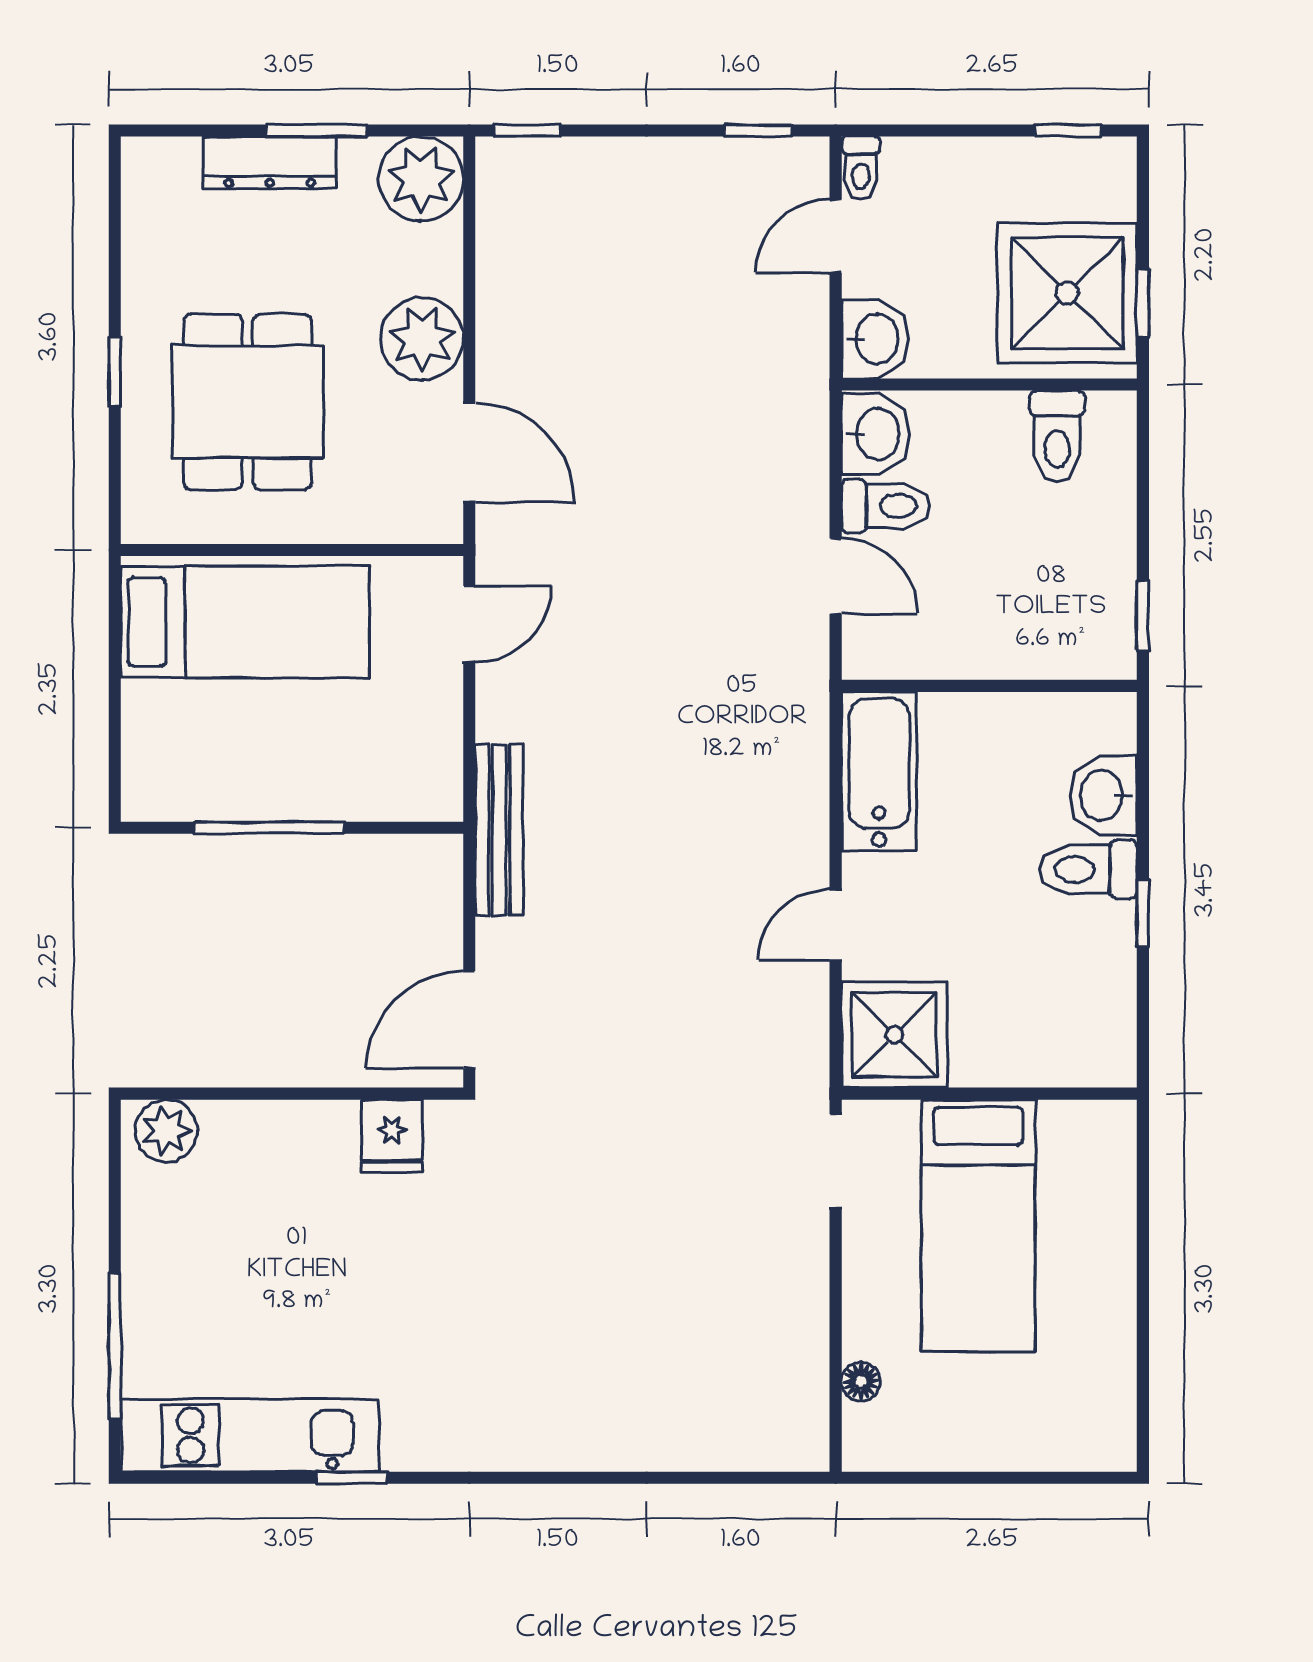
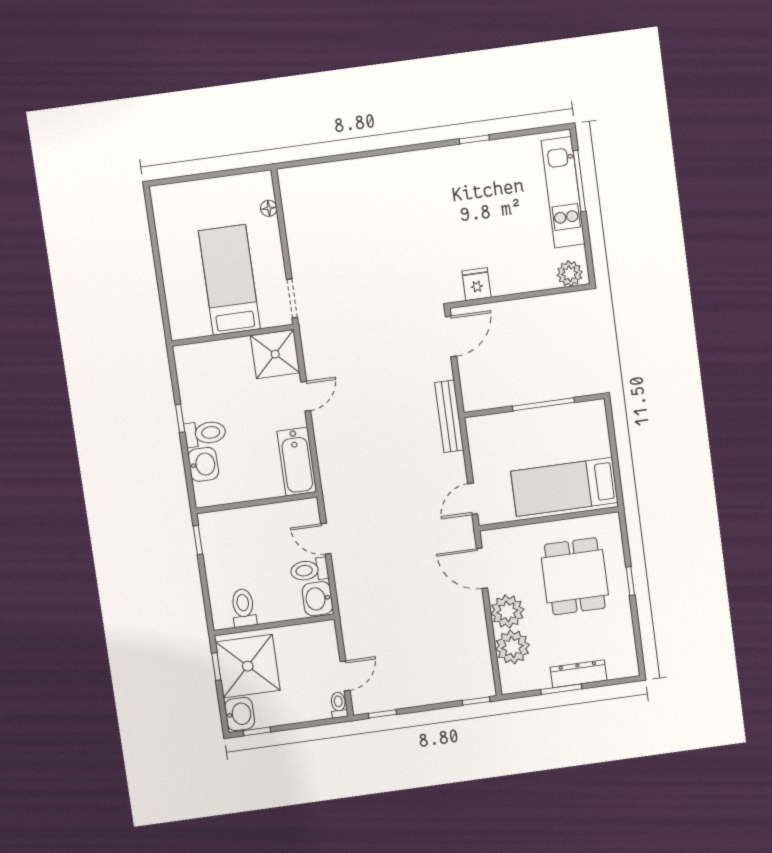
plant: (421, 179) -> (512, 647), moved
washbasin: (875, 339) -> (240, 714), moved, turned 180
kitchen unit: (250, 1435) -> (563, 192), moved, turned 90

